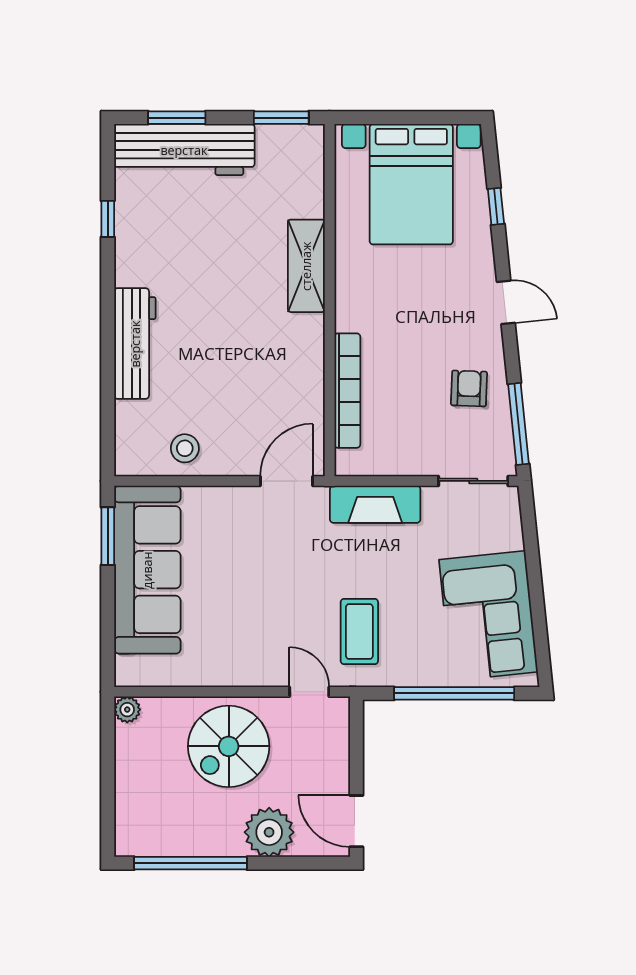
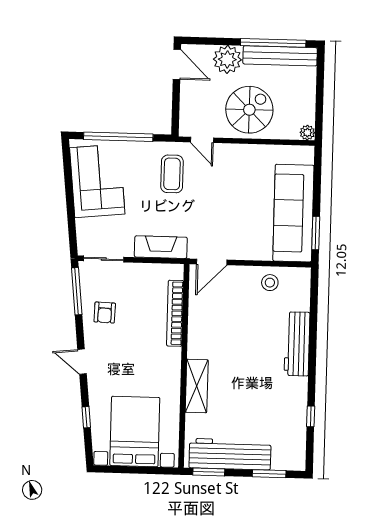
workbench: (184, 150) -> (230, 454), moved
bench: (178, 841) -> (280, 56), added

